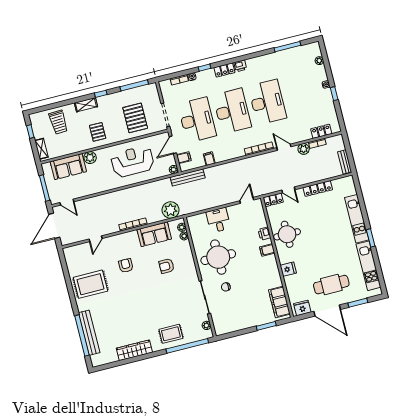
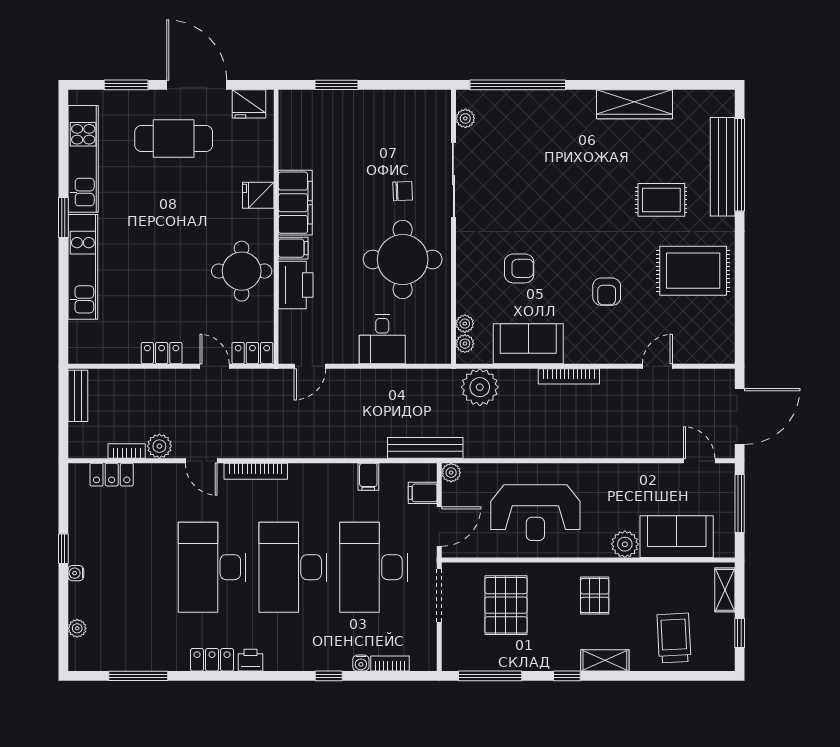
locker: (224, 70) -> (212, 660), moved
locker: (318, 189) -> (162, 353), width x0.66
printer: (264, 234) -> (296, 285), width x1.87, depth x1.48
filing cabinet: (279, 302) -> (295, 203), moved
rug: (171, 334) -> (661, 200), moved

